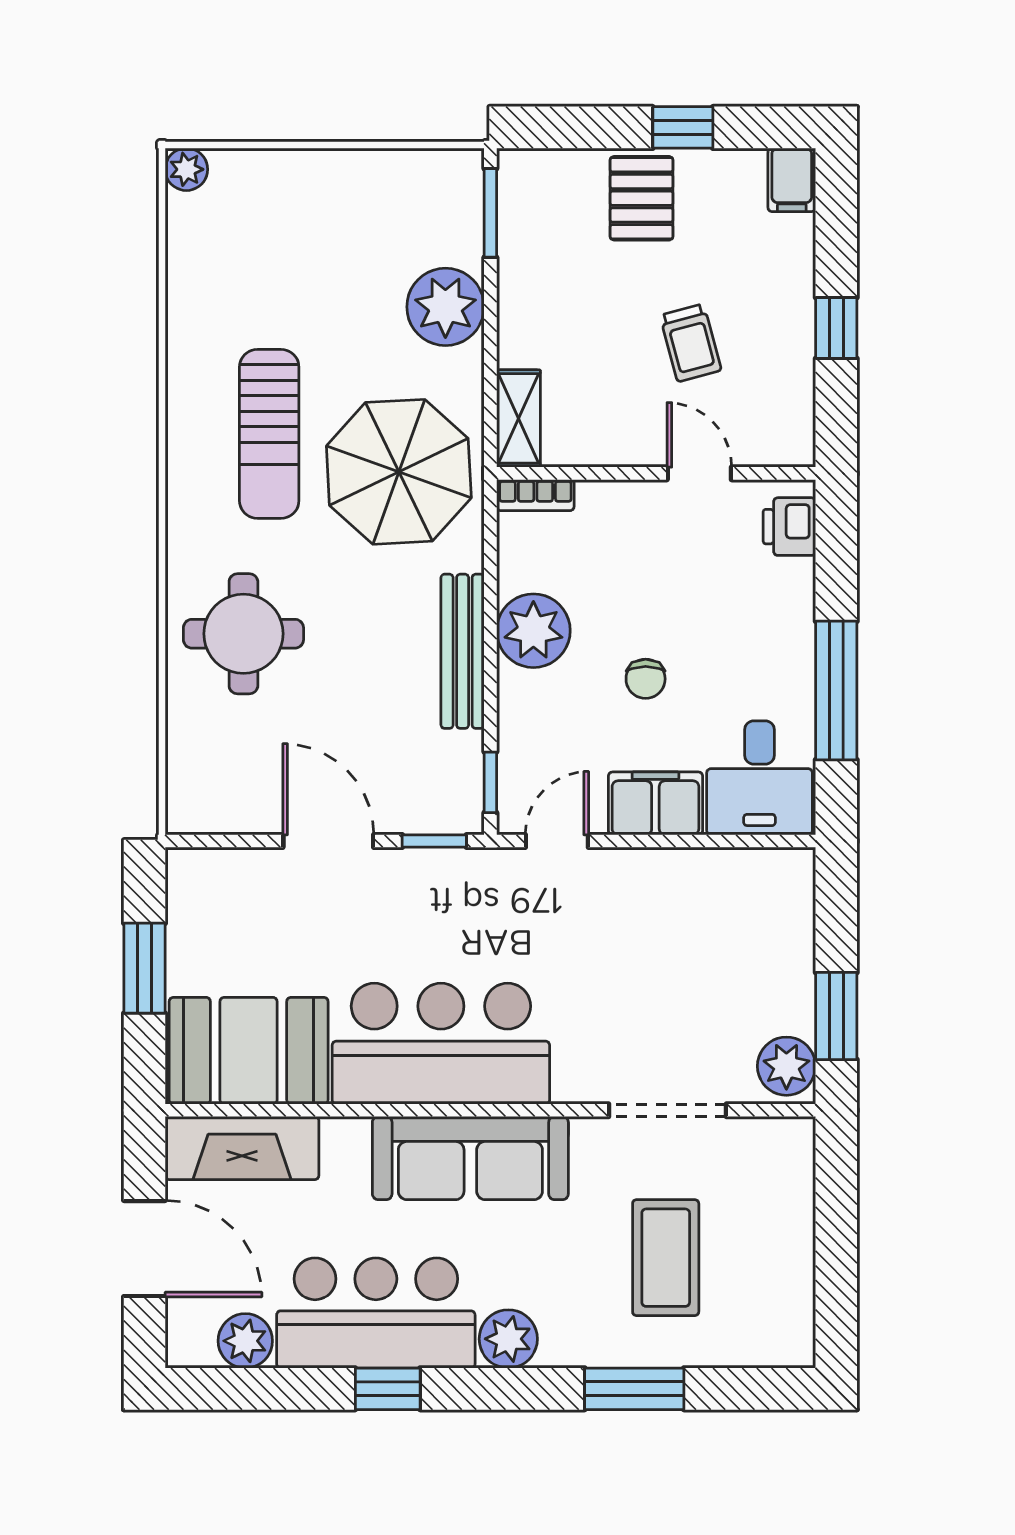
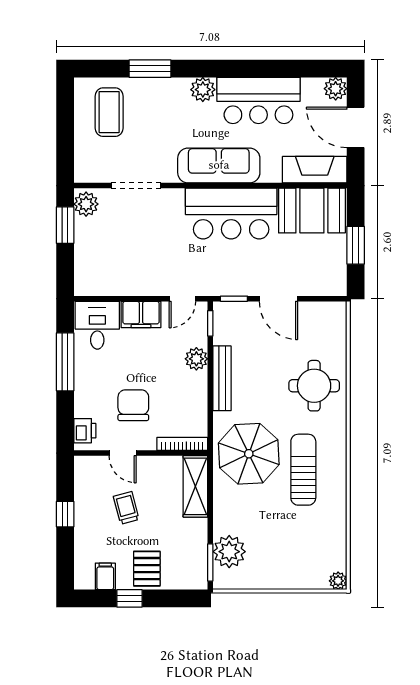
filing cabinet: (792, 180) -> (105, 576), moved
plant: (445, 307) -> (229, 552), moved
shelving: (518, 418) -> (195, 486), width x1.50, depth x1.33
bookcase: (535, 495) -> (182, 444), width x1.56
plant: (533, 631) -> (196, 359), moved, width x0.73, depth x0.73
chair: (646, 679) -> (133, 405), moved, width x1.87, depth x1.87
coffee table: (666, 1258) -> (109, 112), moved
plant: (245, 1341) -> (336, 89), moved
window: (388, 1389) -> (253, 69), removed

